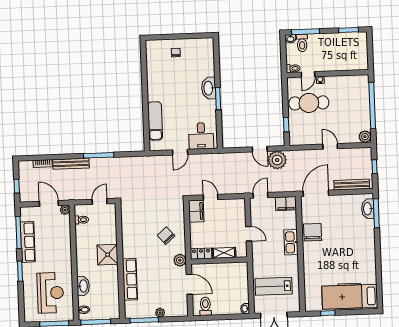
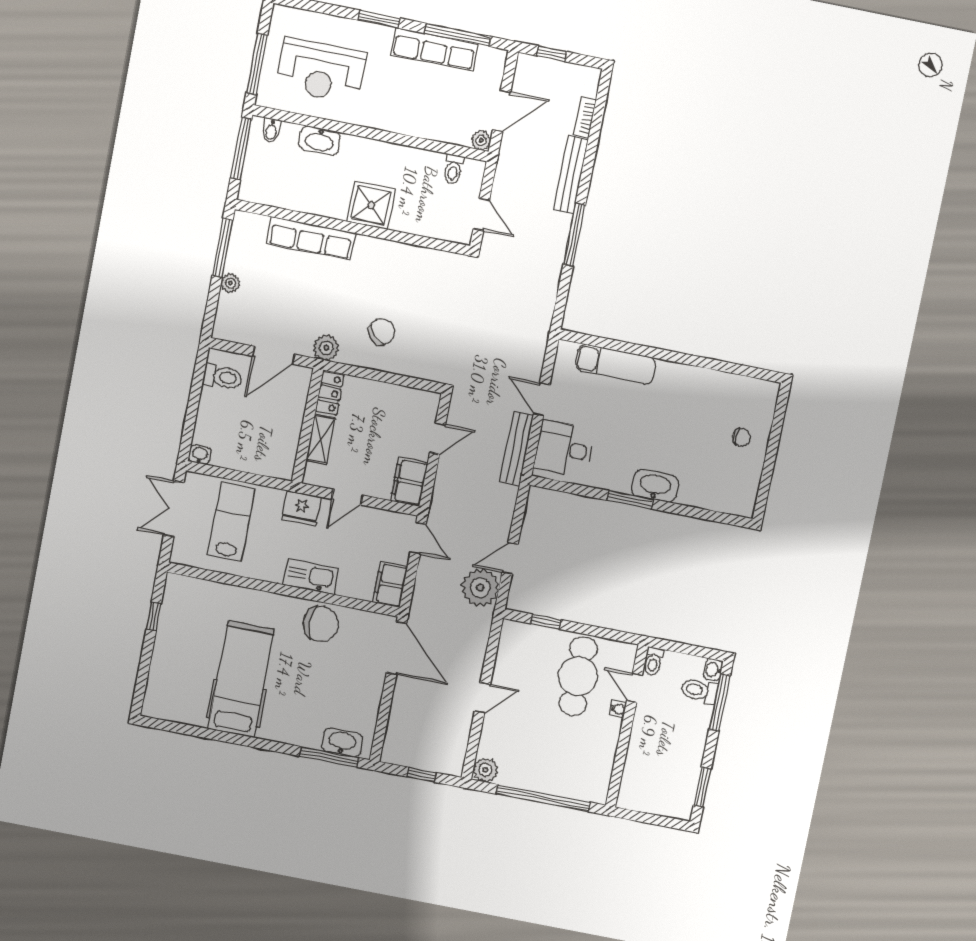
bench: (352, 185) -> (517, 449), moved
filing cabinet: (196, 211) -> (409, 482), moved, turned 90
fridge: (259, 254) -> (301, 508), added
hospital bed: (350, 297) -> (241, 679), moved

